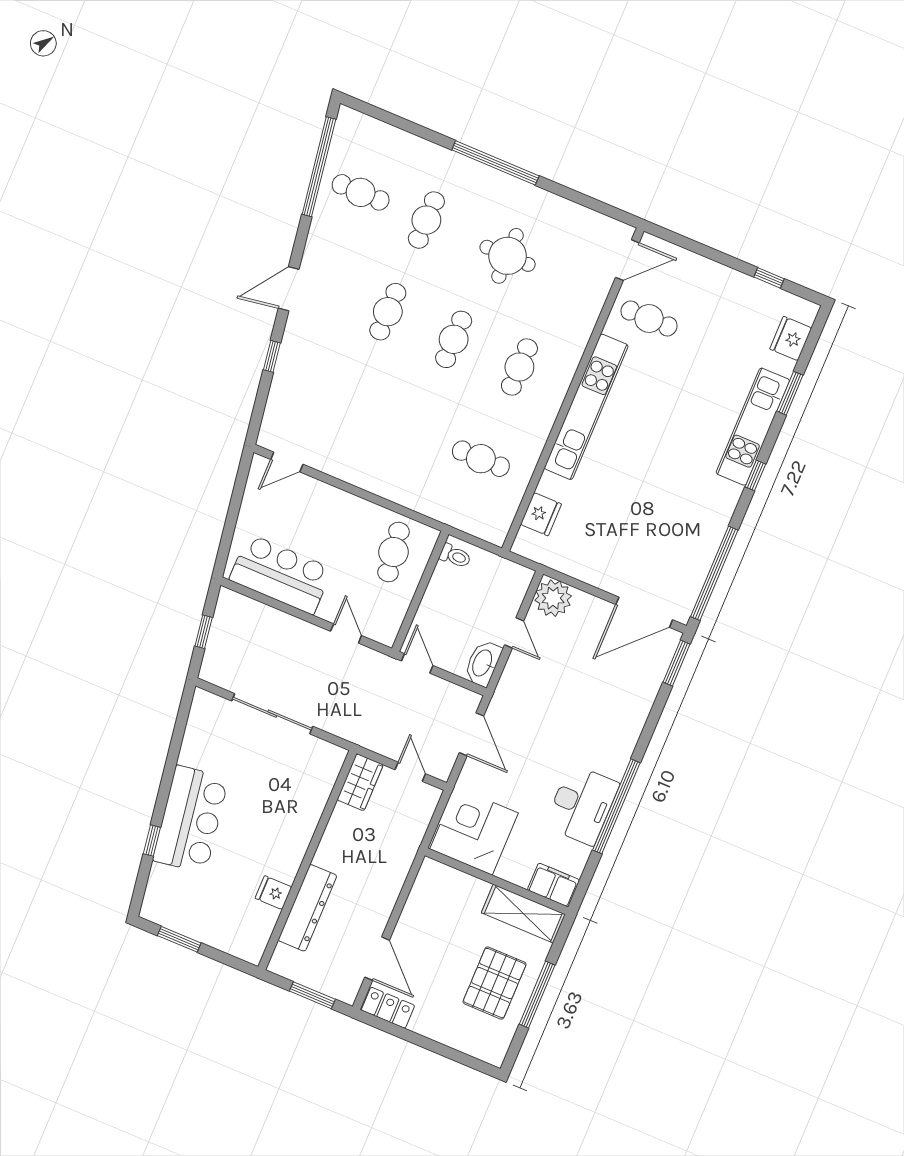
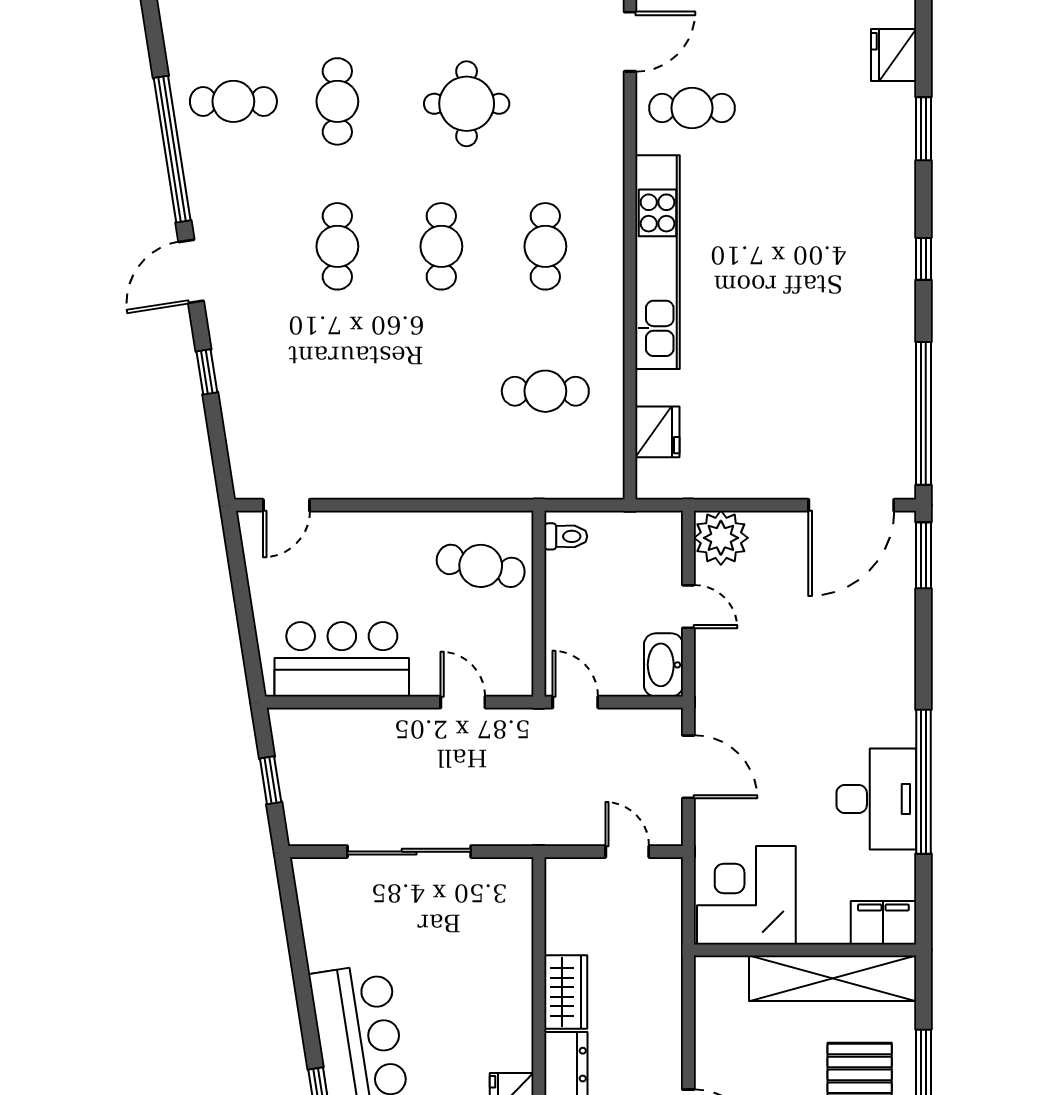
window: (319, 167) -> (172, 149), moved
kitchen unit: (753, 427) -> (893, 195), removed
cafe table: (394, 552) -> (481, 566), turned -70
wardrobe: (360, 782) -> (566, 992), moved
shelving: (523, 914) -> (833, 978), width x1.47

